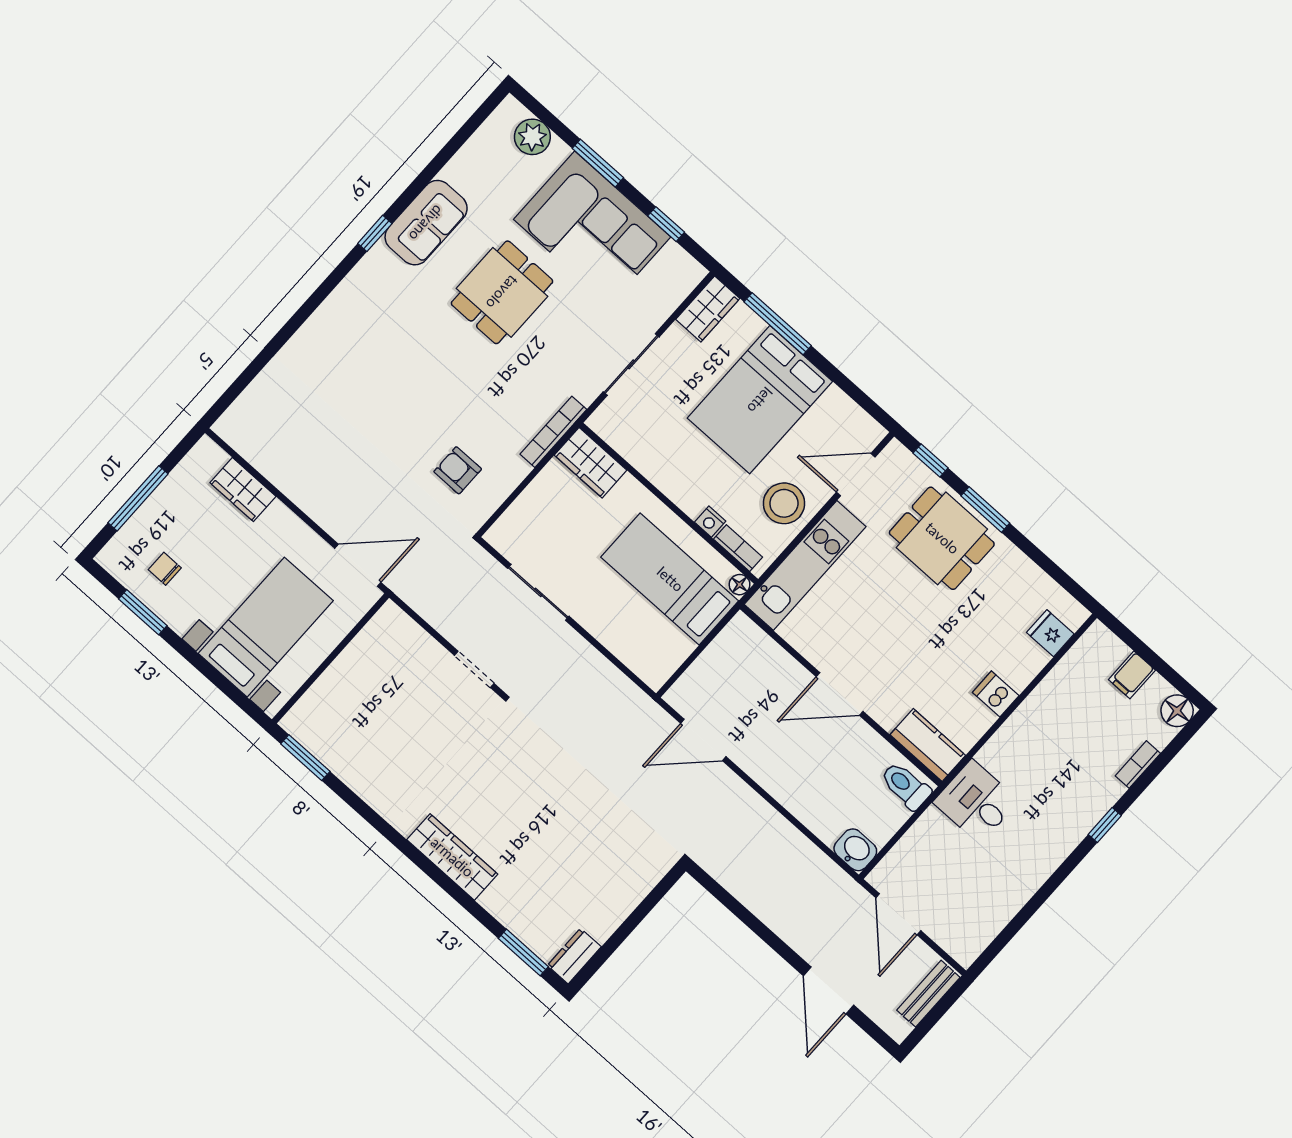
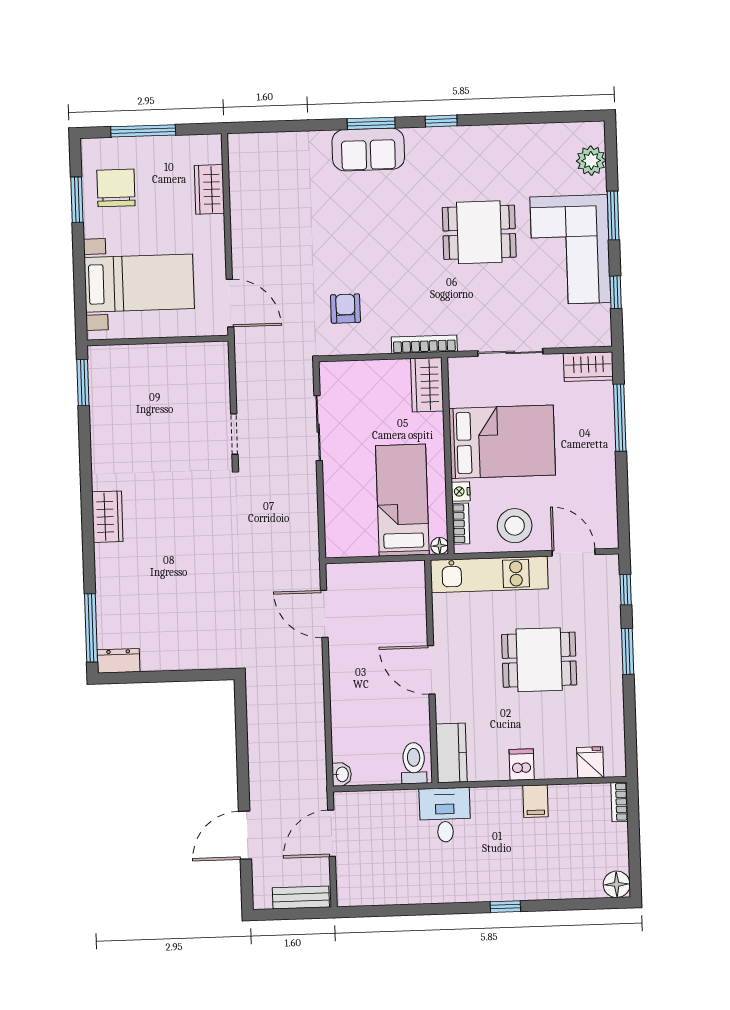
sofa: (426, 223) -> (368, 149), moved
window: (319, 296) -> (371, 123), added
bed: (760, 400) -> (502, 442), moved, turned 180
dining table: (942, 538) -> (539, 660), moved, turned 90
chair: (165, 569) -> (116, 188), width x1.87, depth x1.87
filing cabinet: (1132, 675) -> (535, 801), moved, turned -90
bookcase: (1138, 765) -> (619, 802), moved, turned -90
washbasin: (855, 850) -> (342, 774), width x0.72, depth x0.69
wardrobe: (452, 857) -> (107, 517), width x0.67
window: (523, 952) -> (91, 628), width x1.44

